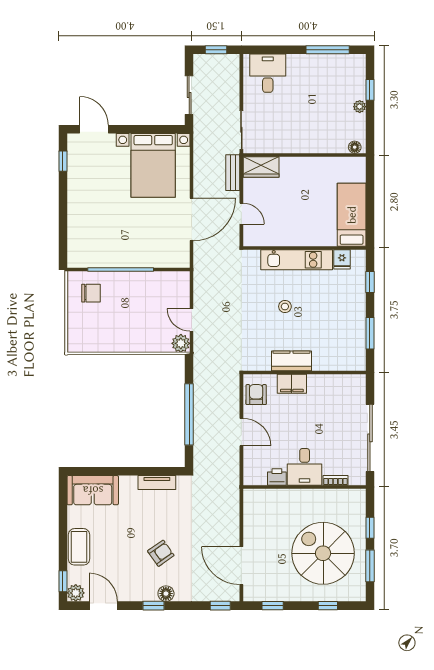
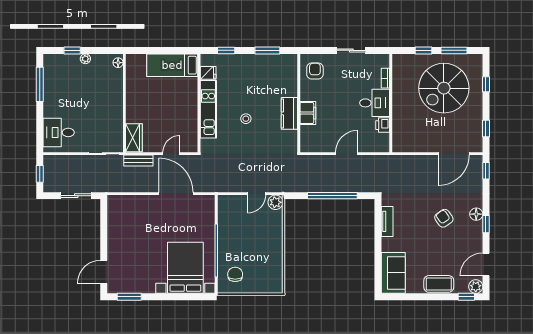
window: (63, 161) -> (129, 297), width x1.50
bed with nightstands: (153, 165) -> (185, 268), moved, turned -90
armchair: (256, 395) -> (315, 71), moved, turned 90
sliding door: (370, 438) -> (351, 50), width x0.54

